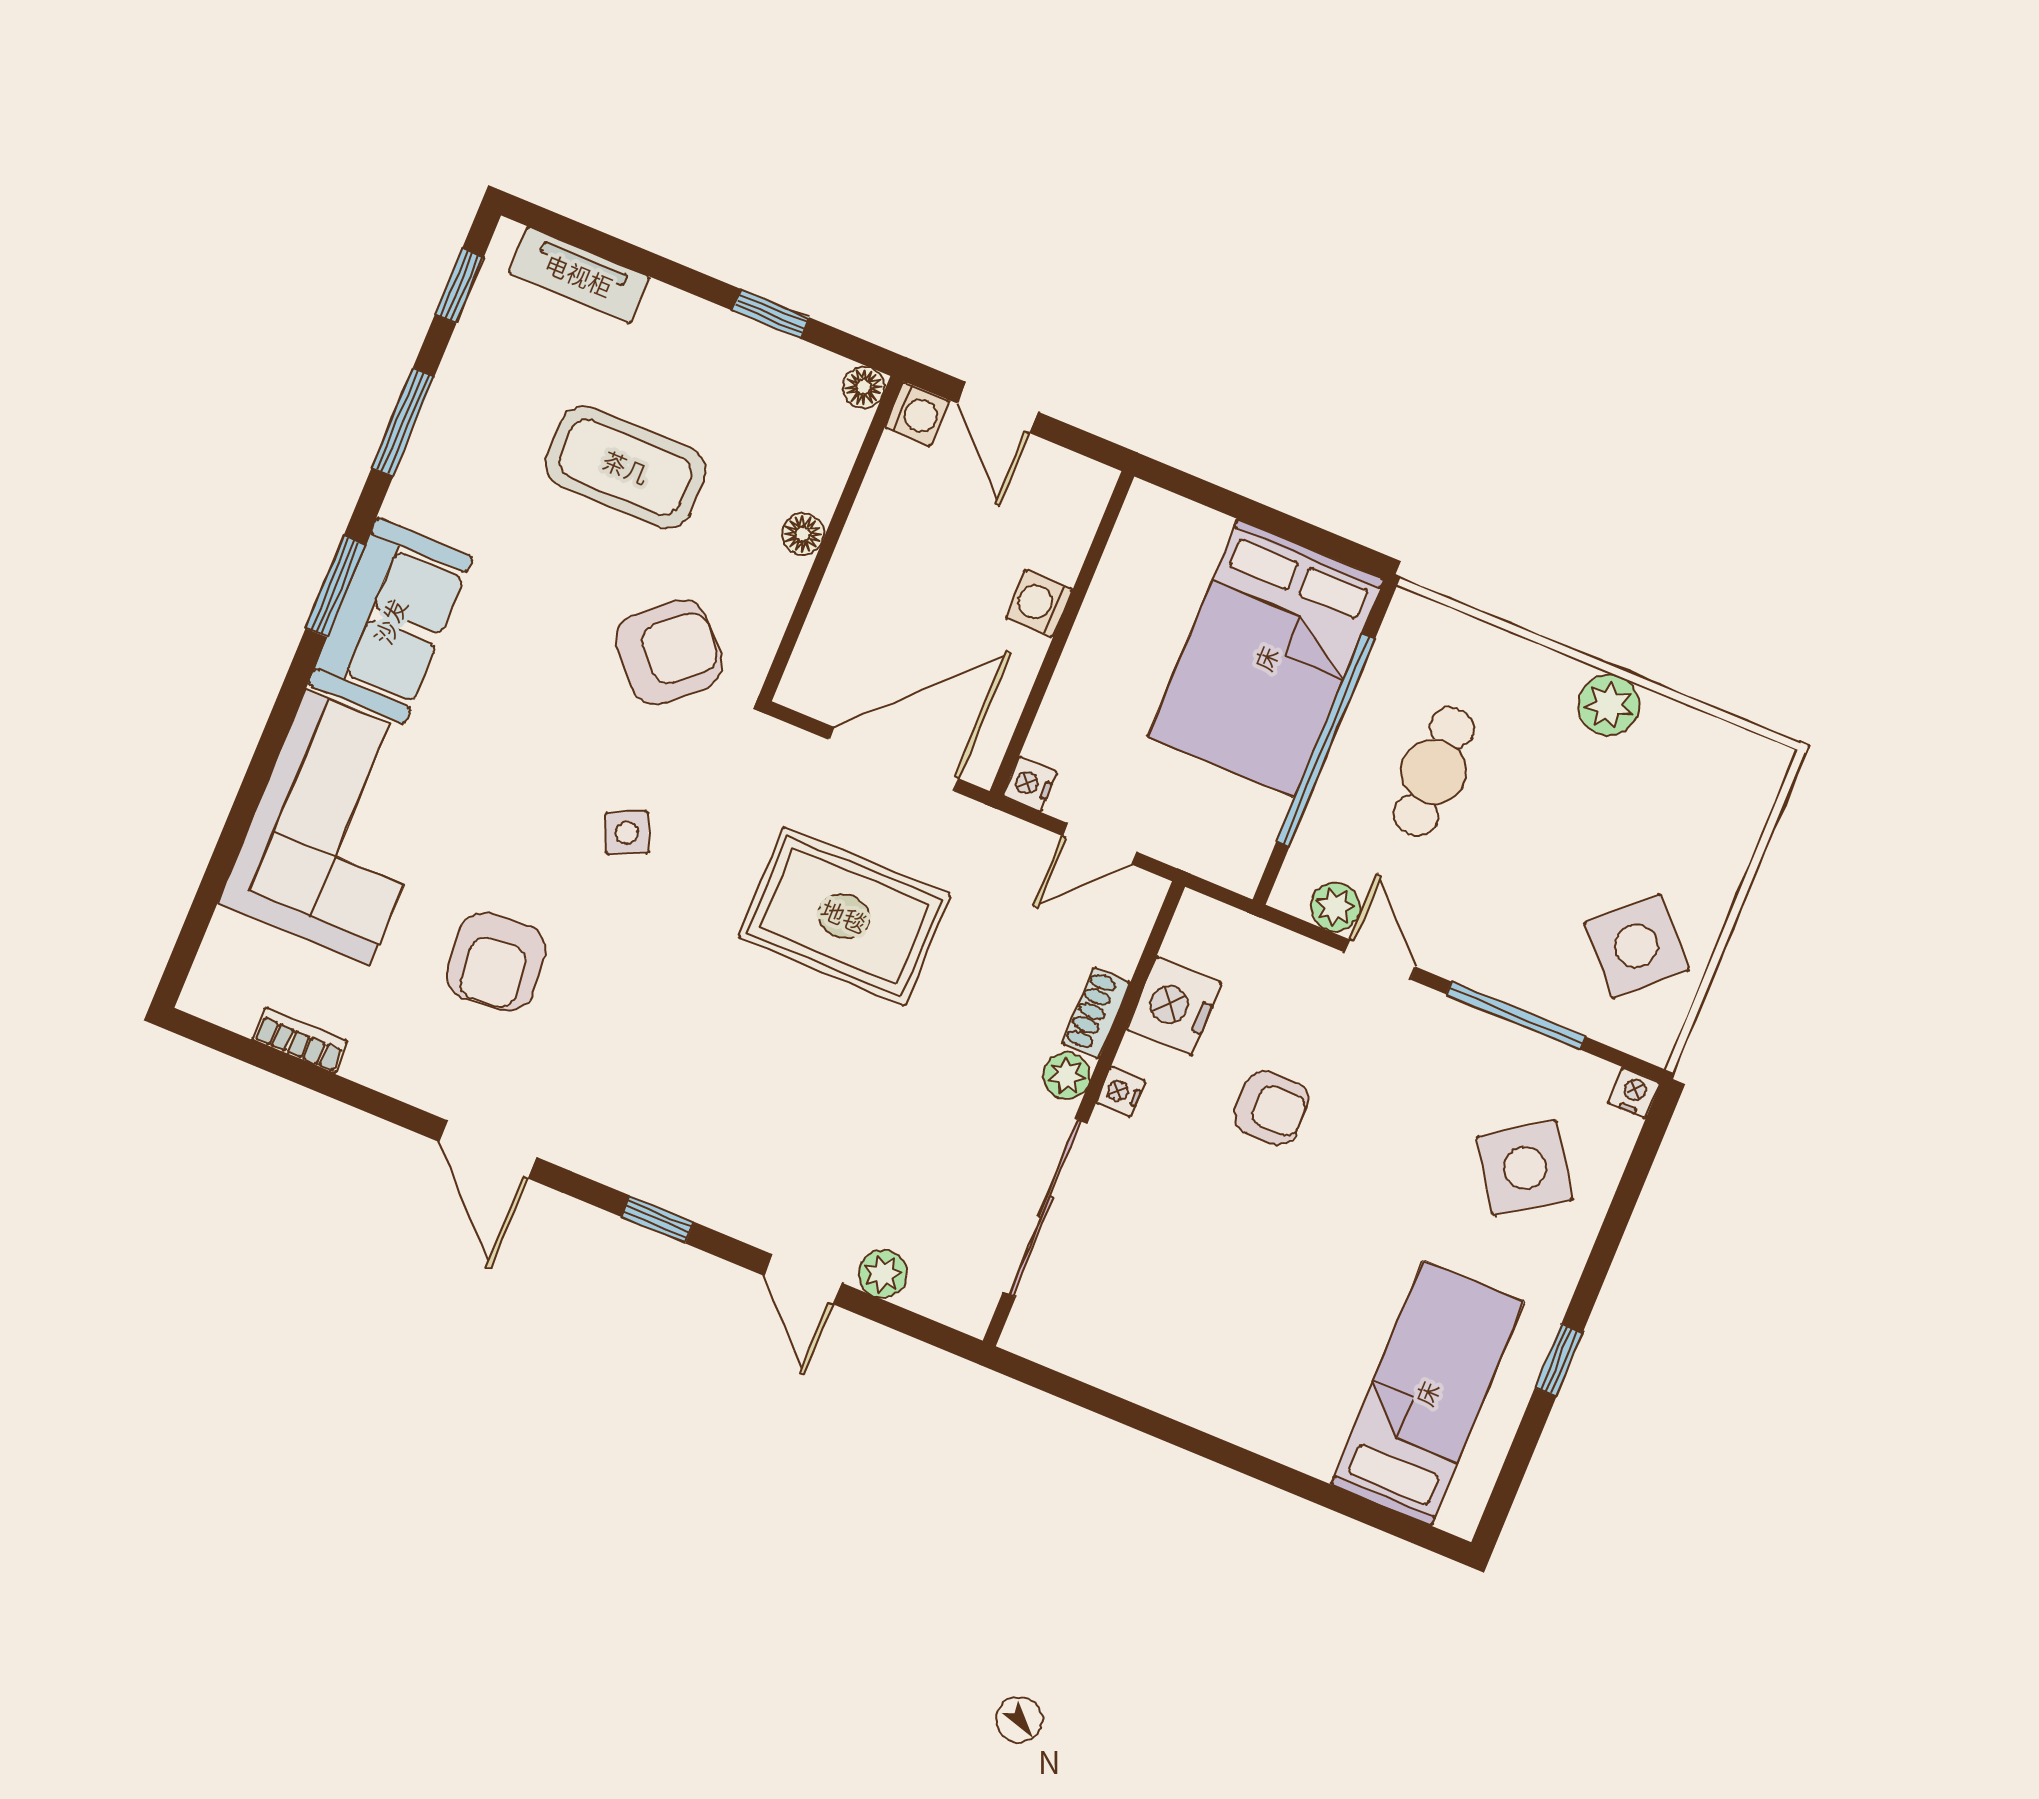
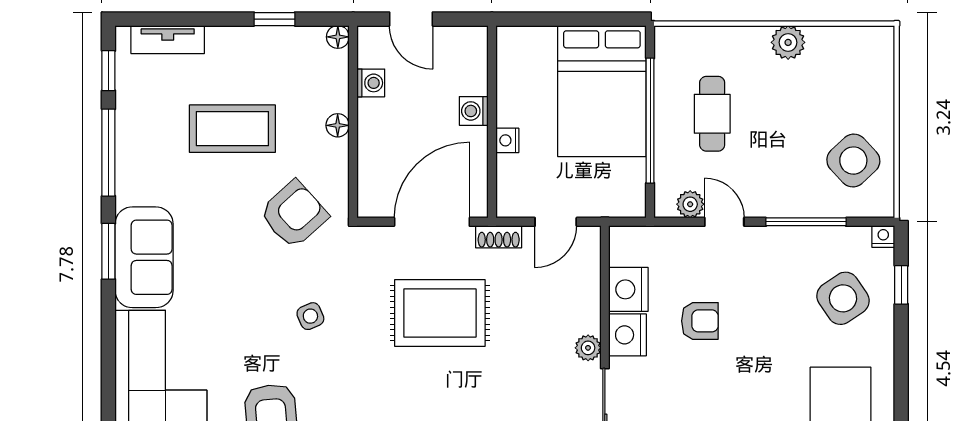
washing machine: (917, 414) -> (371, 83), moved
window: (403, 422) -> (108, 153), width x1.44
nightstand: (1030, 784) -> (507, 140), moved
shoe rack: (1096, 1013) -> (499, 237), moved, turned -90
nightstand: (1121, 1092) -> (628, 335), width x1.89, depth x1.79
window: (1559, 1360) -> (901, 285), moved

